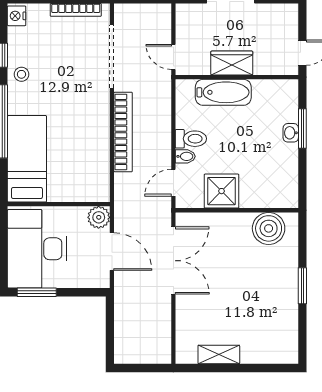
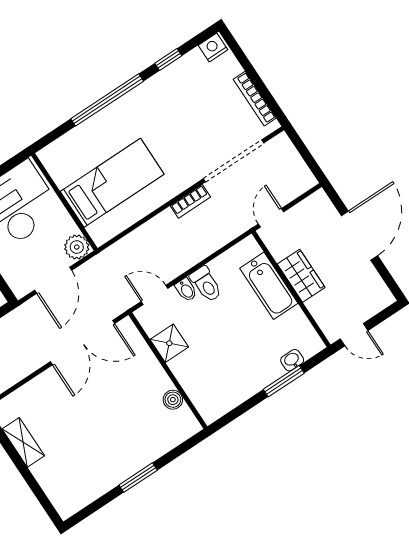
stool: (21, 74) -> (162, 88), removed
bookcase: (123, 132) -> (190, 201), width x0.43, depth x0.76
washbasin: (291, 133) -> (292, 360), moved
bed: (27, 159) -> (112, 183), moved
shower: (222, 191) -> (169, 343), width x0.73, depth x0.73
boiler: (269, 228) -> (173, 400), width x0.54, depth x0.54

